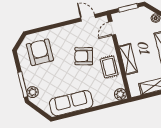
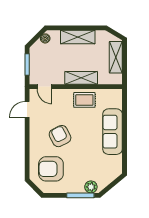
armchair: (84, 56) -> (60, 136), moved, turned 139
plant: (120, 94) -> (116, 95), removed
sofa: (71, 103) -> (113, 132), moved

